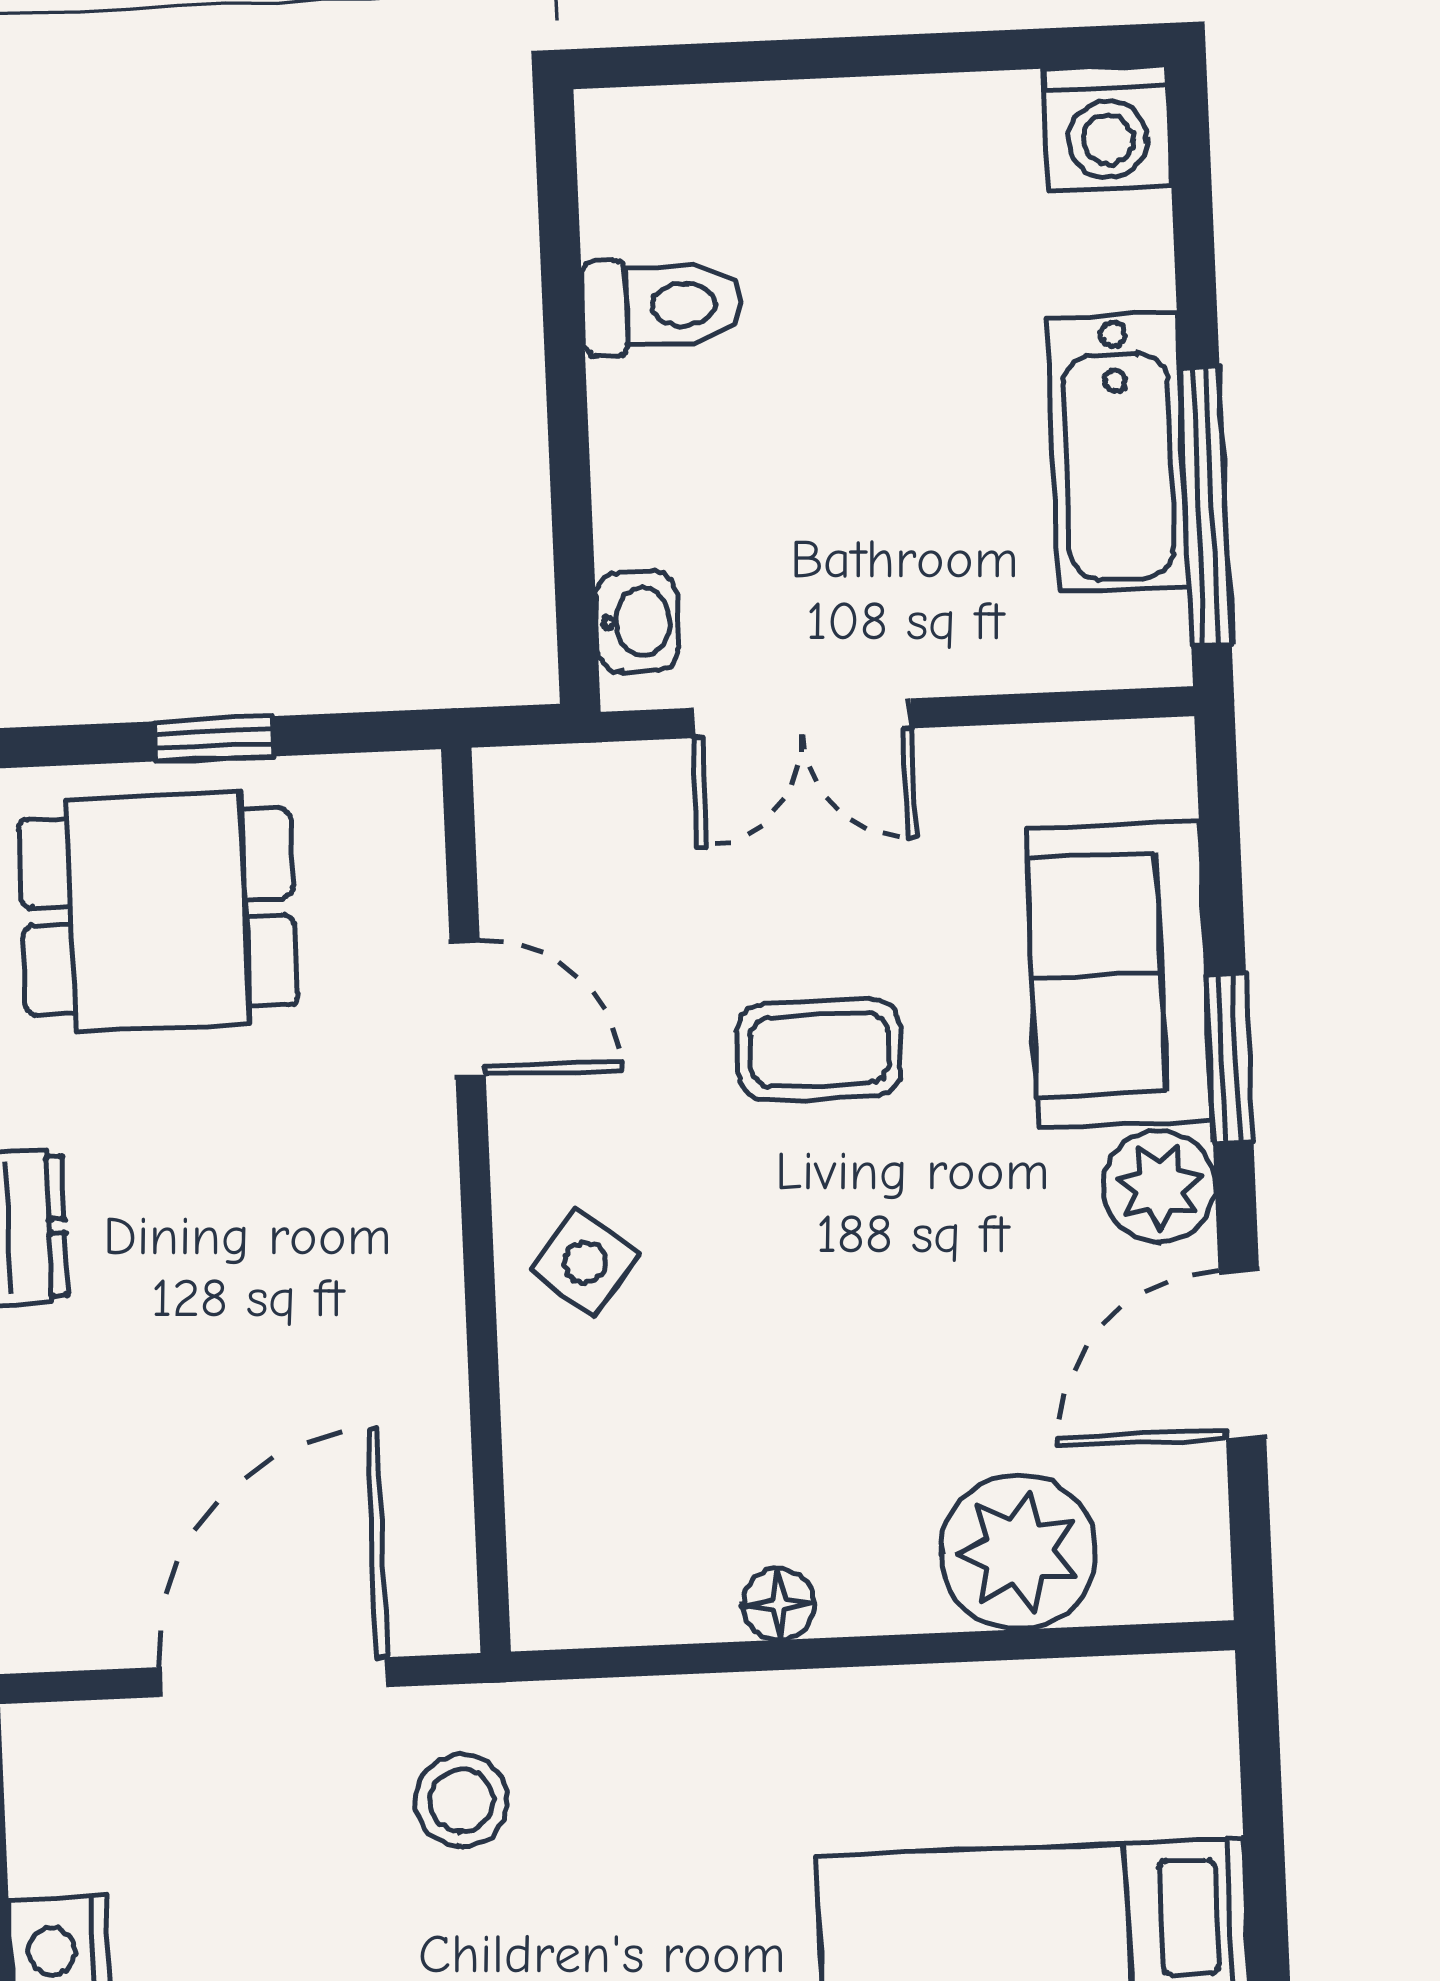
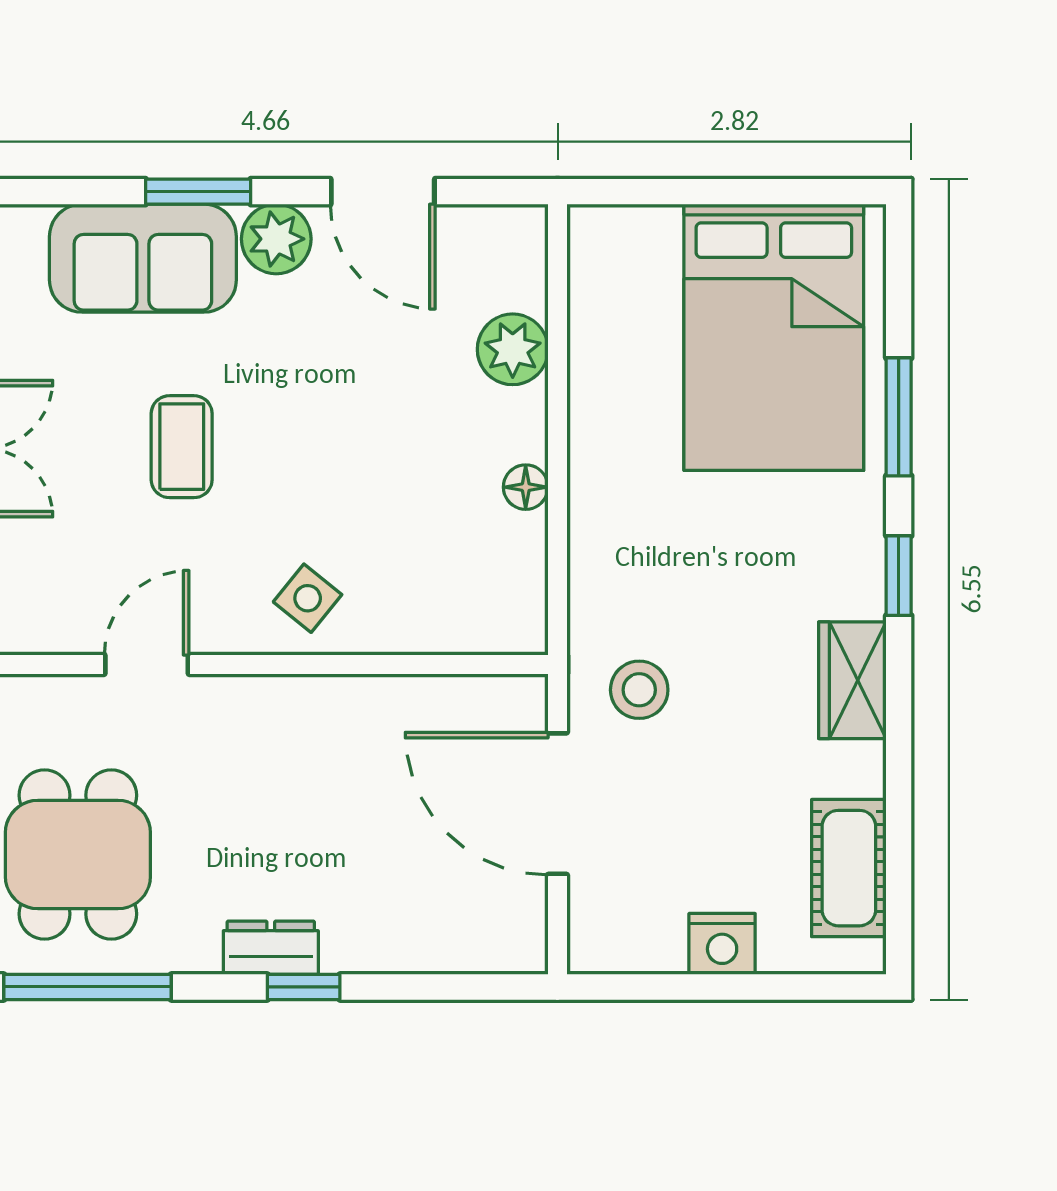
plant: (1018, 1552) -> (513, 349), width x0.73, depth x0.73

